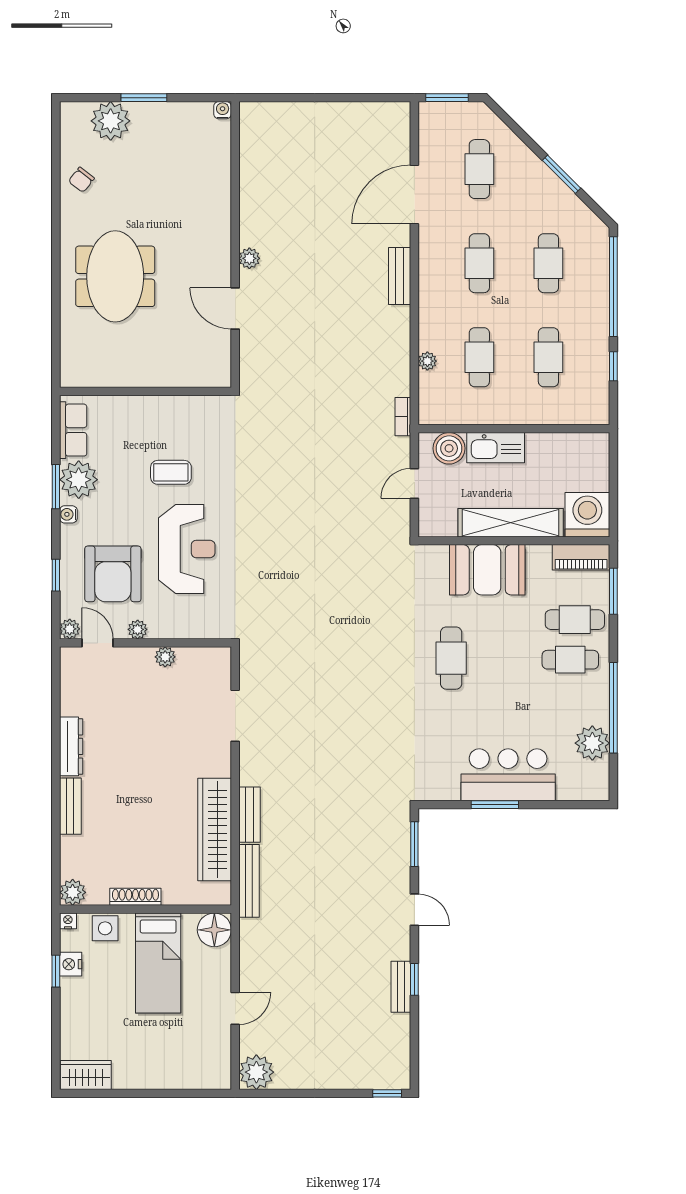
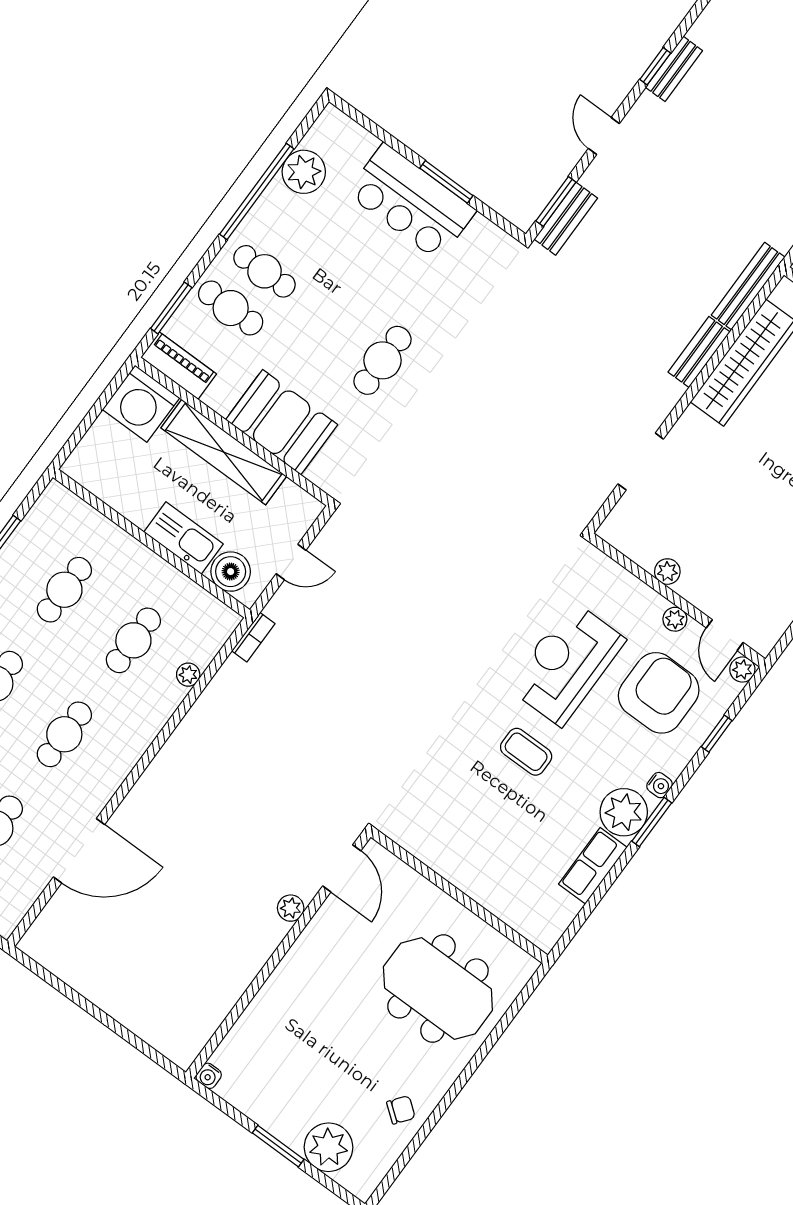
meeting table: (115, 276) -> (438, 988), turned 90
bench: (400, 276) -> (566, 219), moved
wall: (145, 391) -> (459, 896), moved

